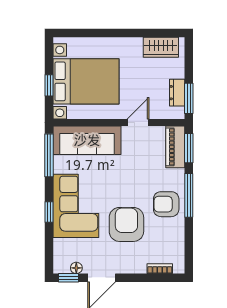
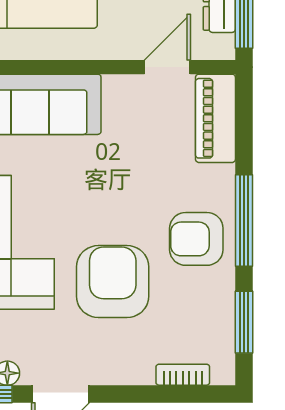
door: (138, 123) -> (167, 67), moved
window: (189, 148) -> (244, 322), moved

